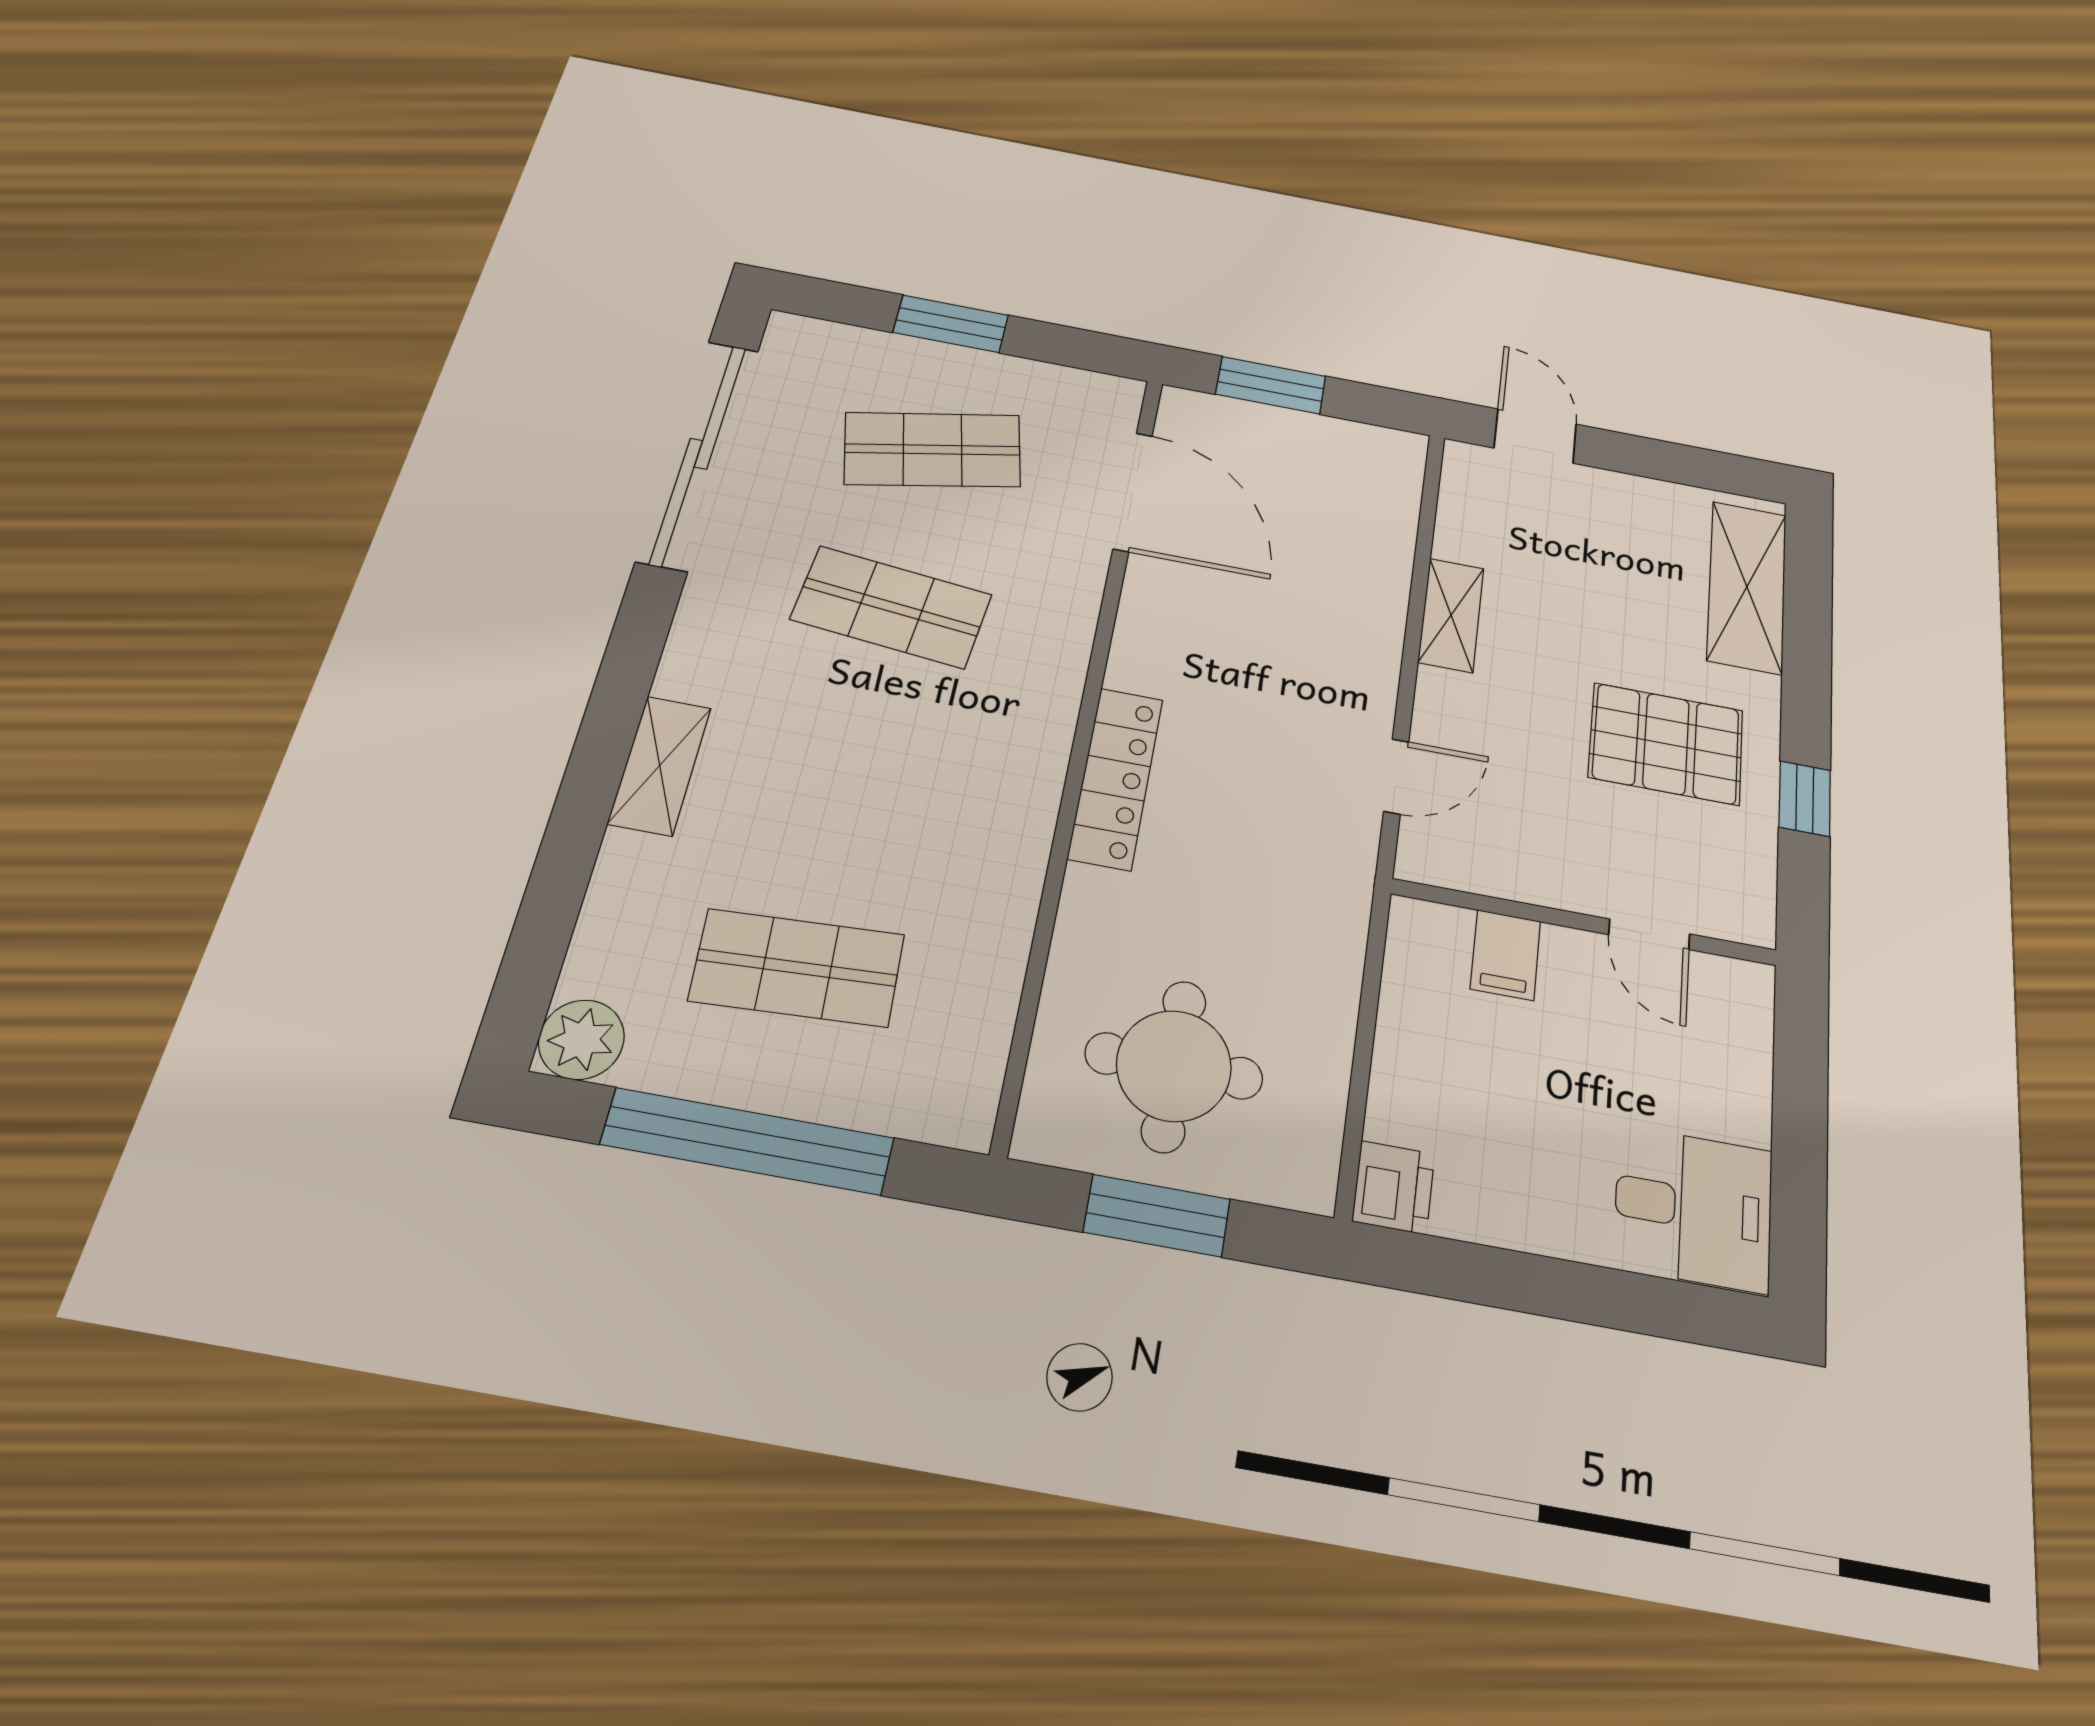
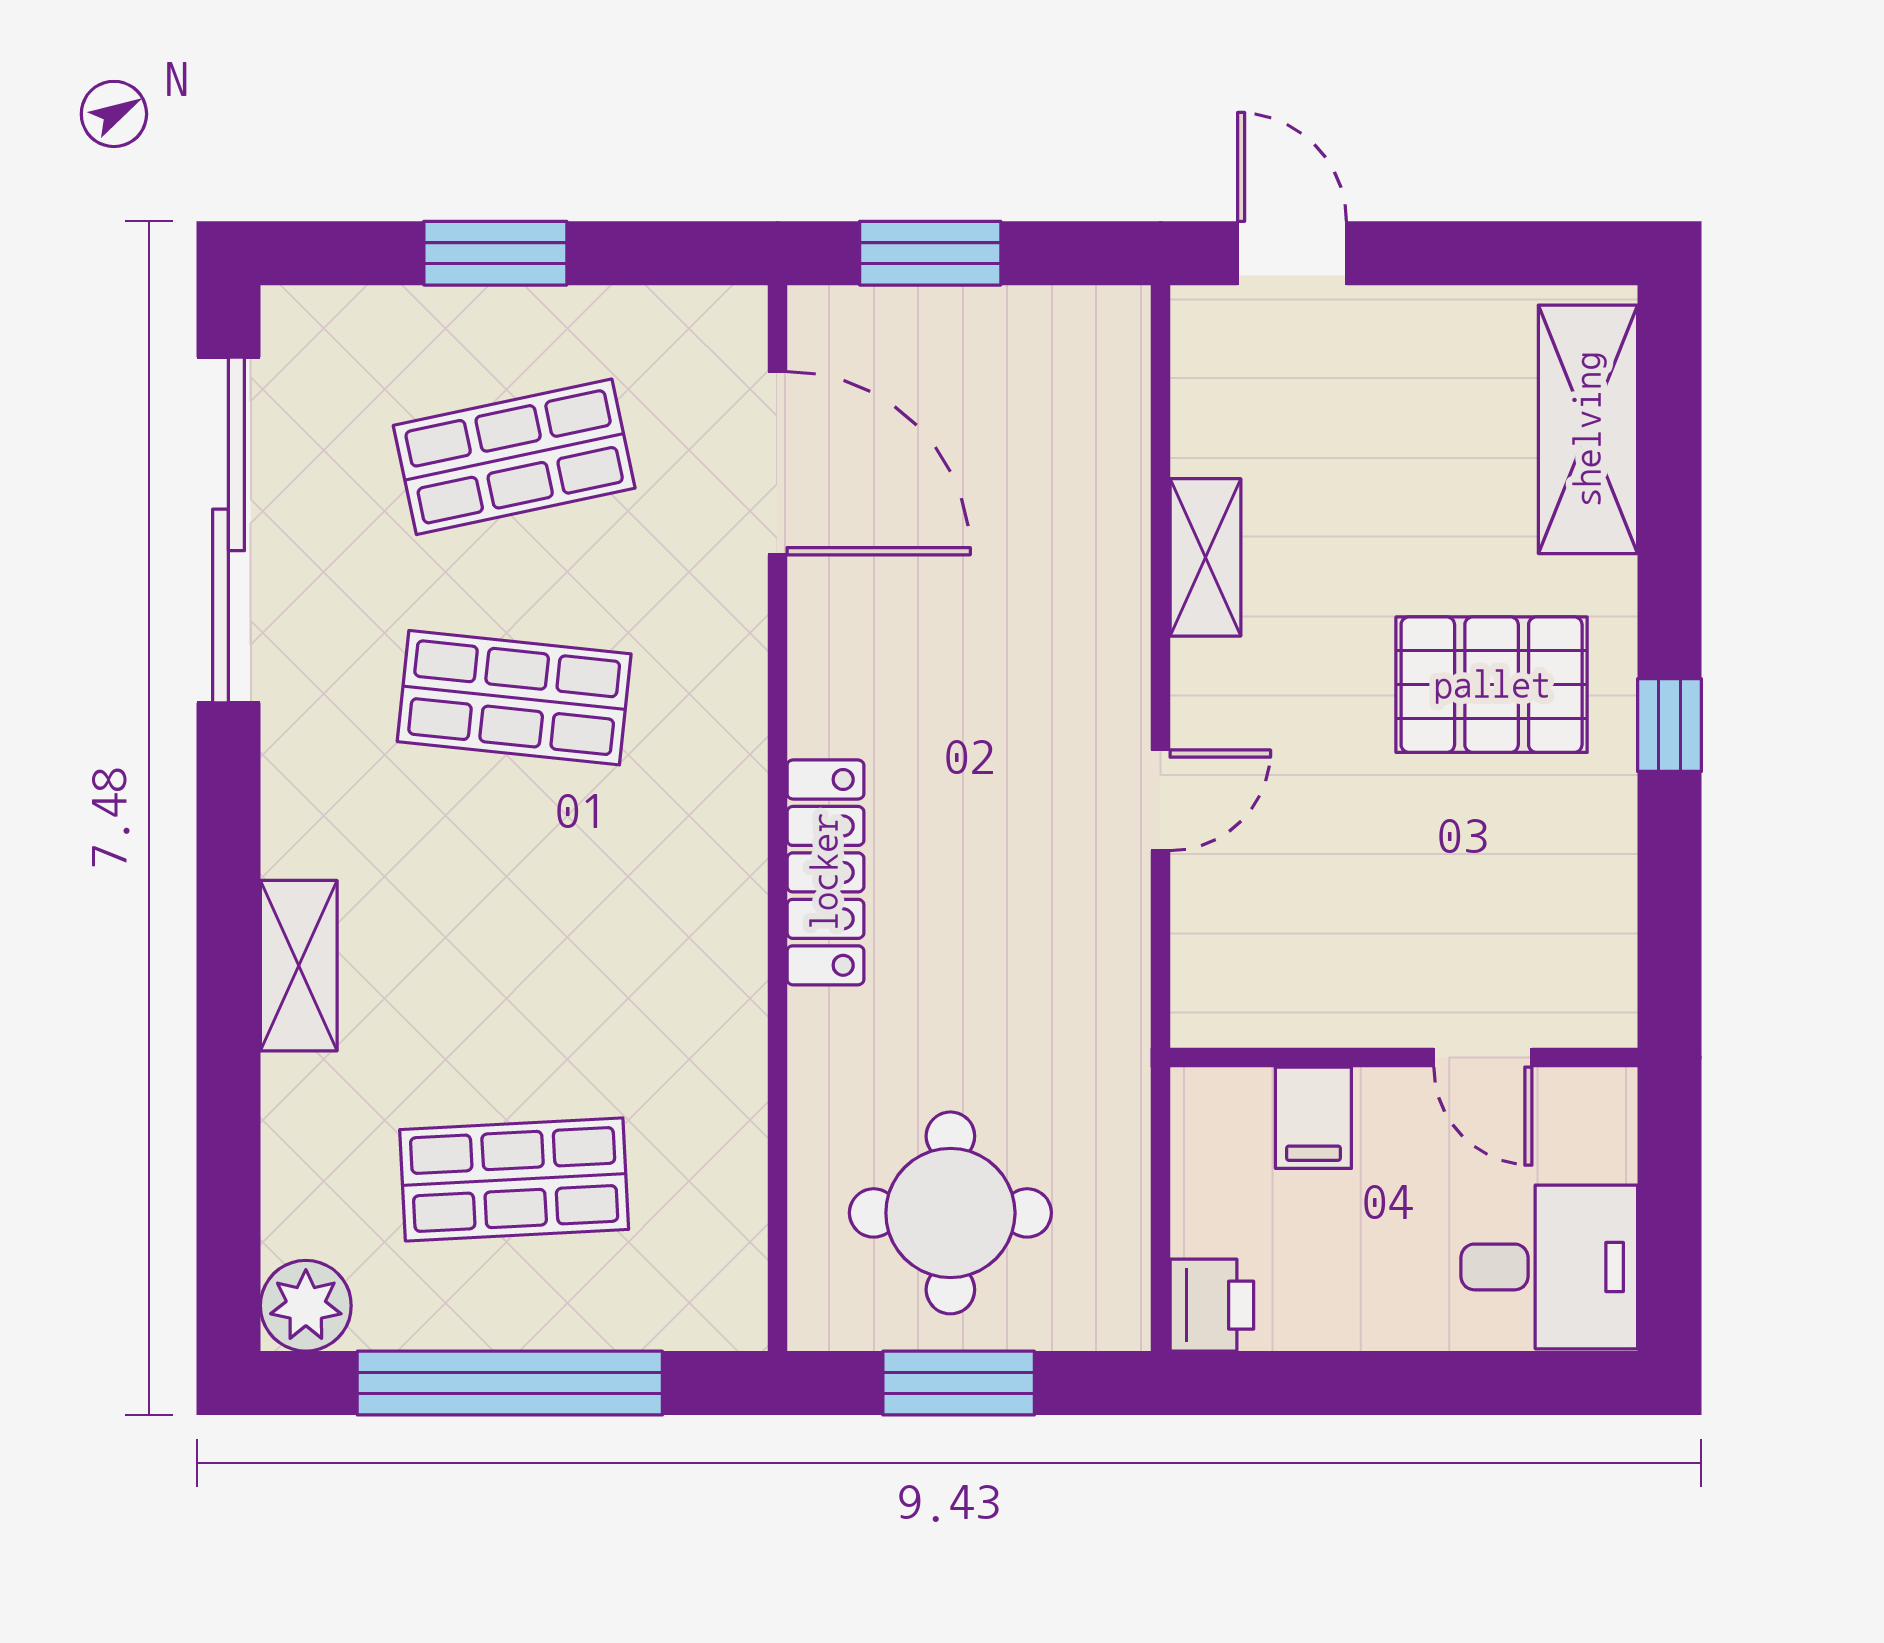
wall: (1584, 922) -> (1404, 1058), moved
door: (1649, 934) -> (1483, 1058), moved
filing cabinet: (1506, 955) -> (1313, 1118), moved

